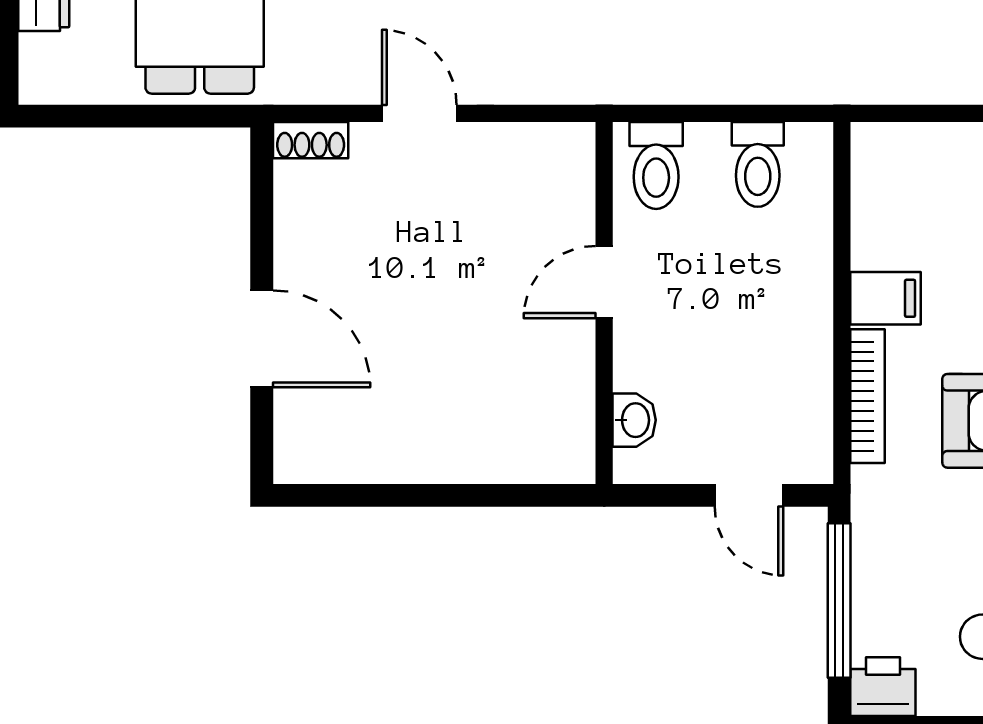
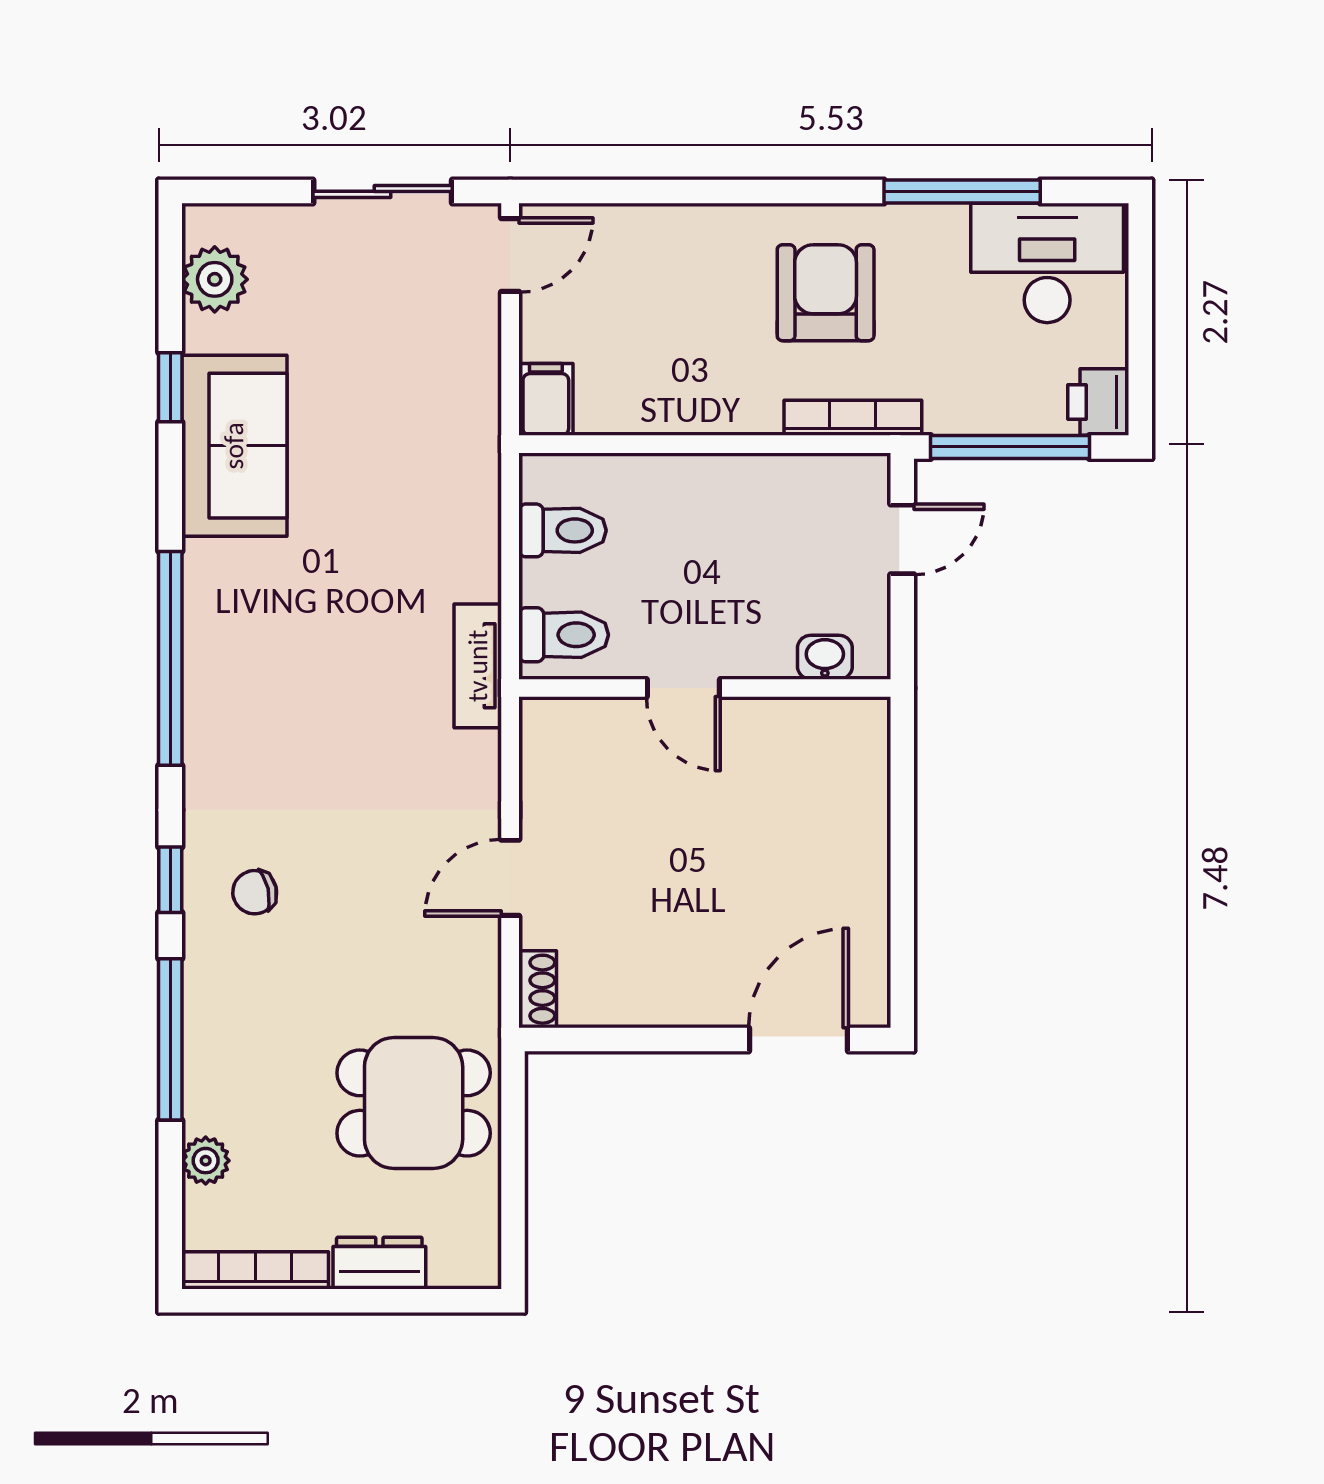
tv unit: (626, 82) -> (478, 666), added
filing cabinet: (885, 298) -> (546, 399), moved
door: (262, 339) -> (798, 1039), moved
bookcase: (868, 396) -> (853, 418), moved

